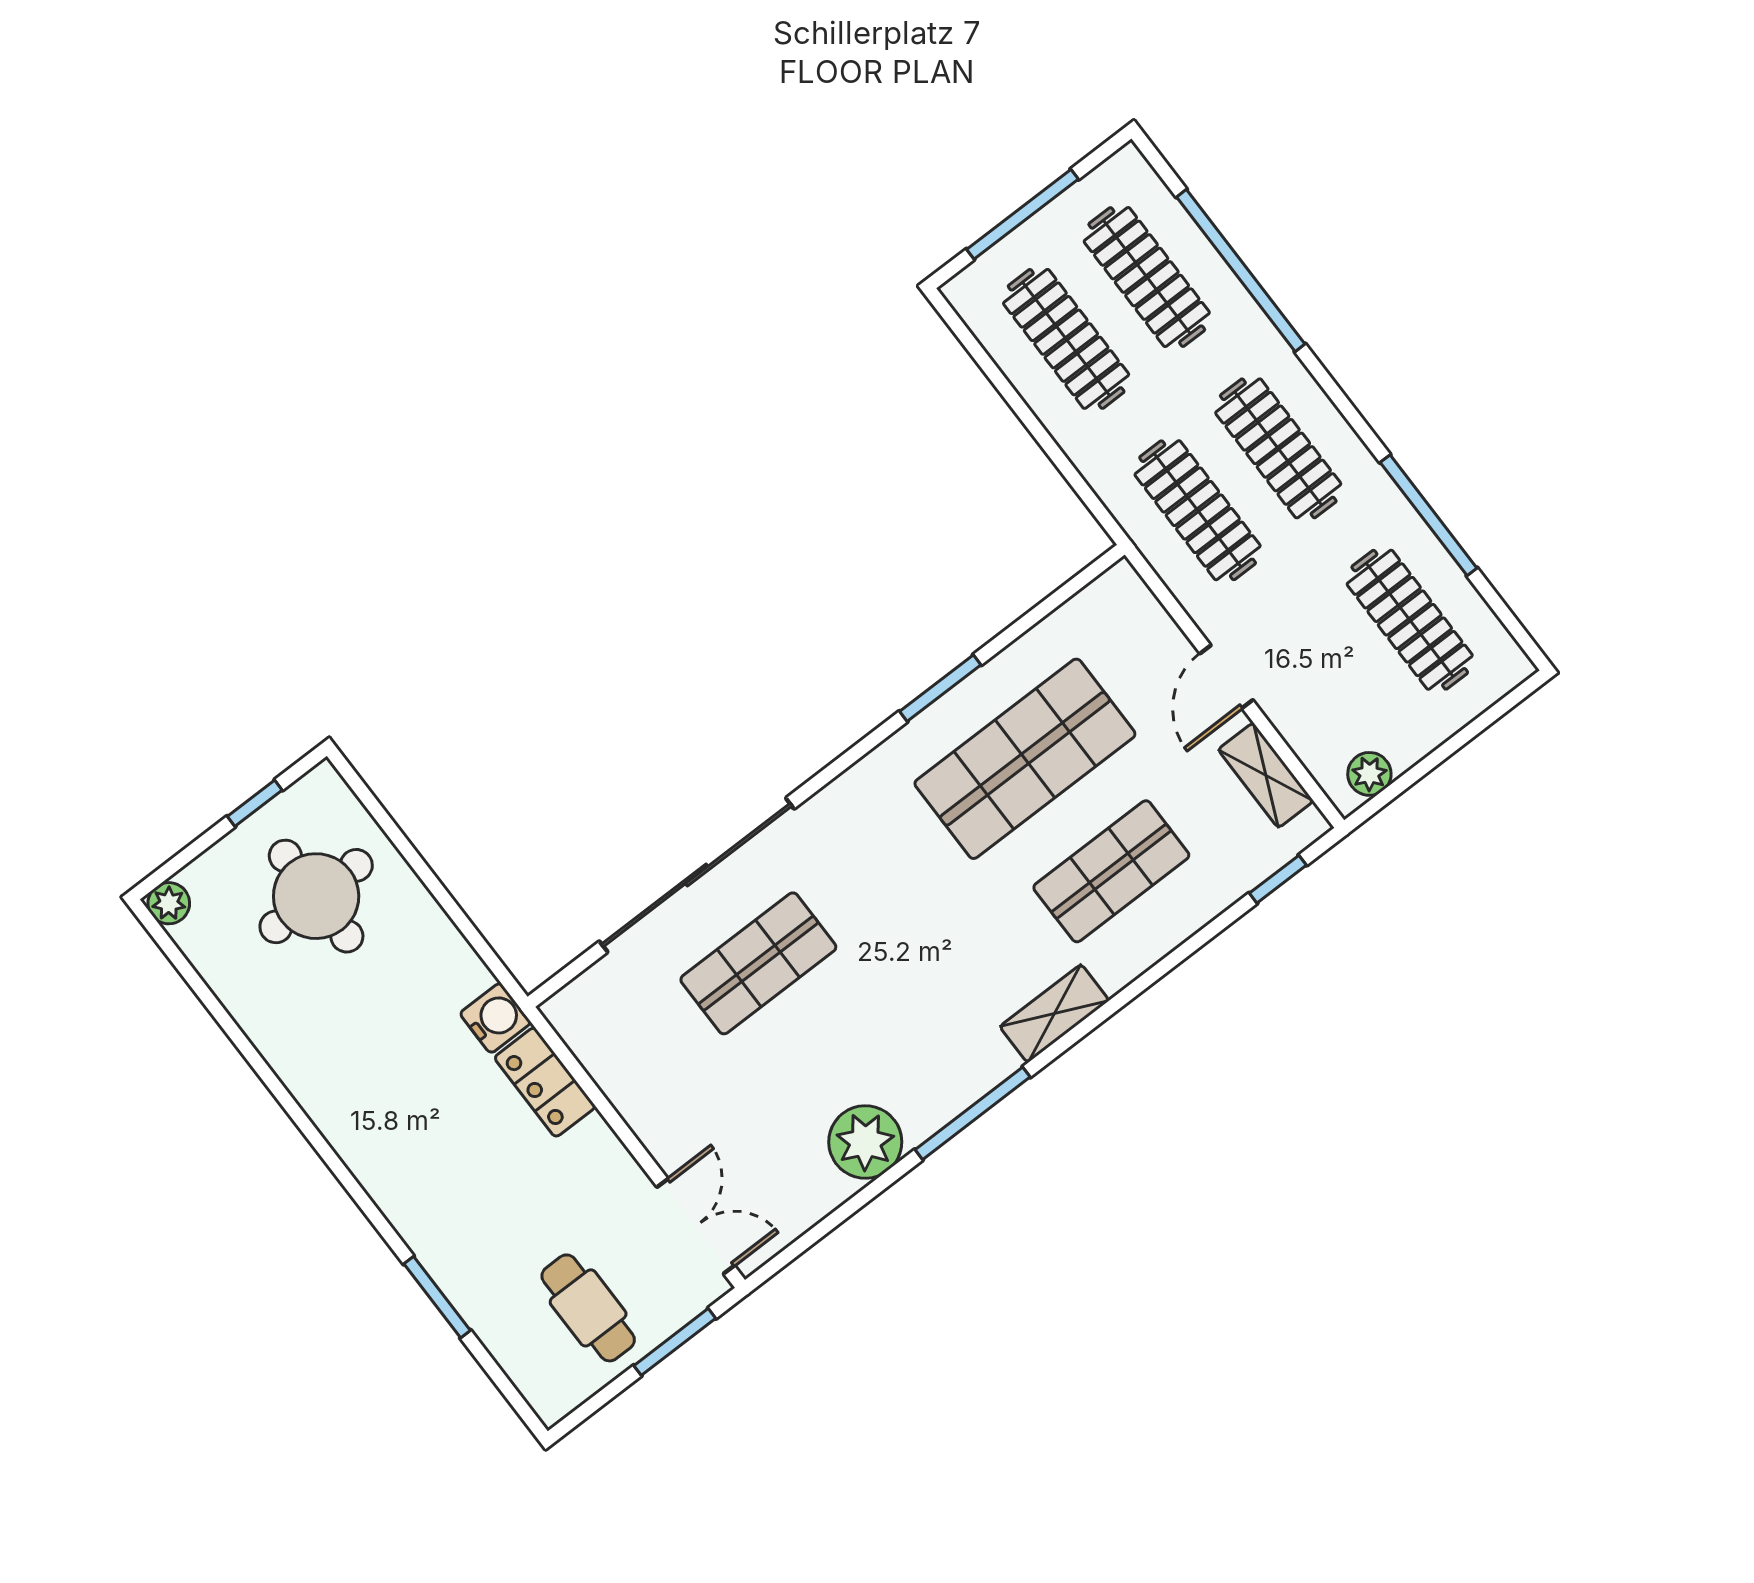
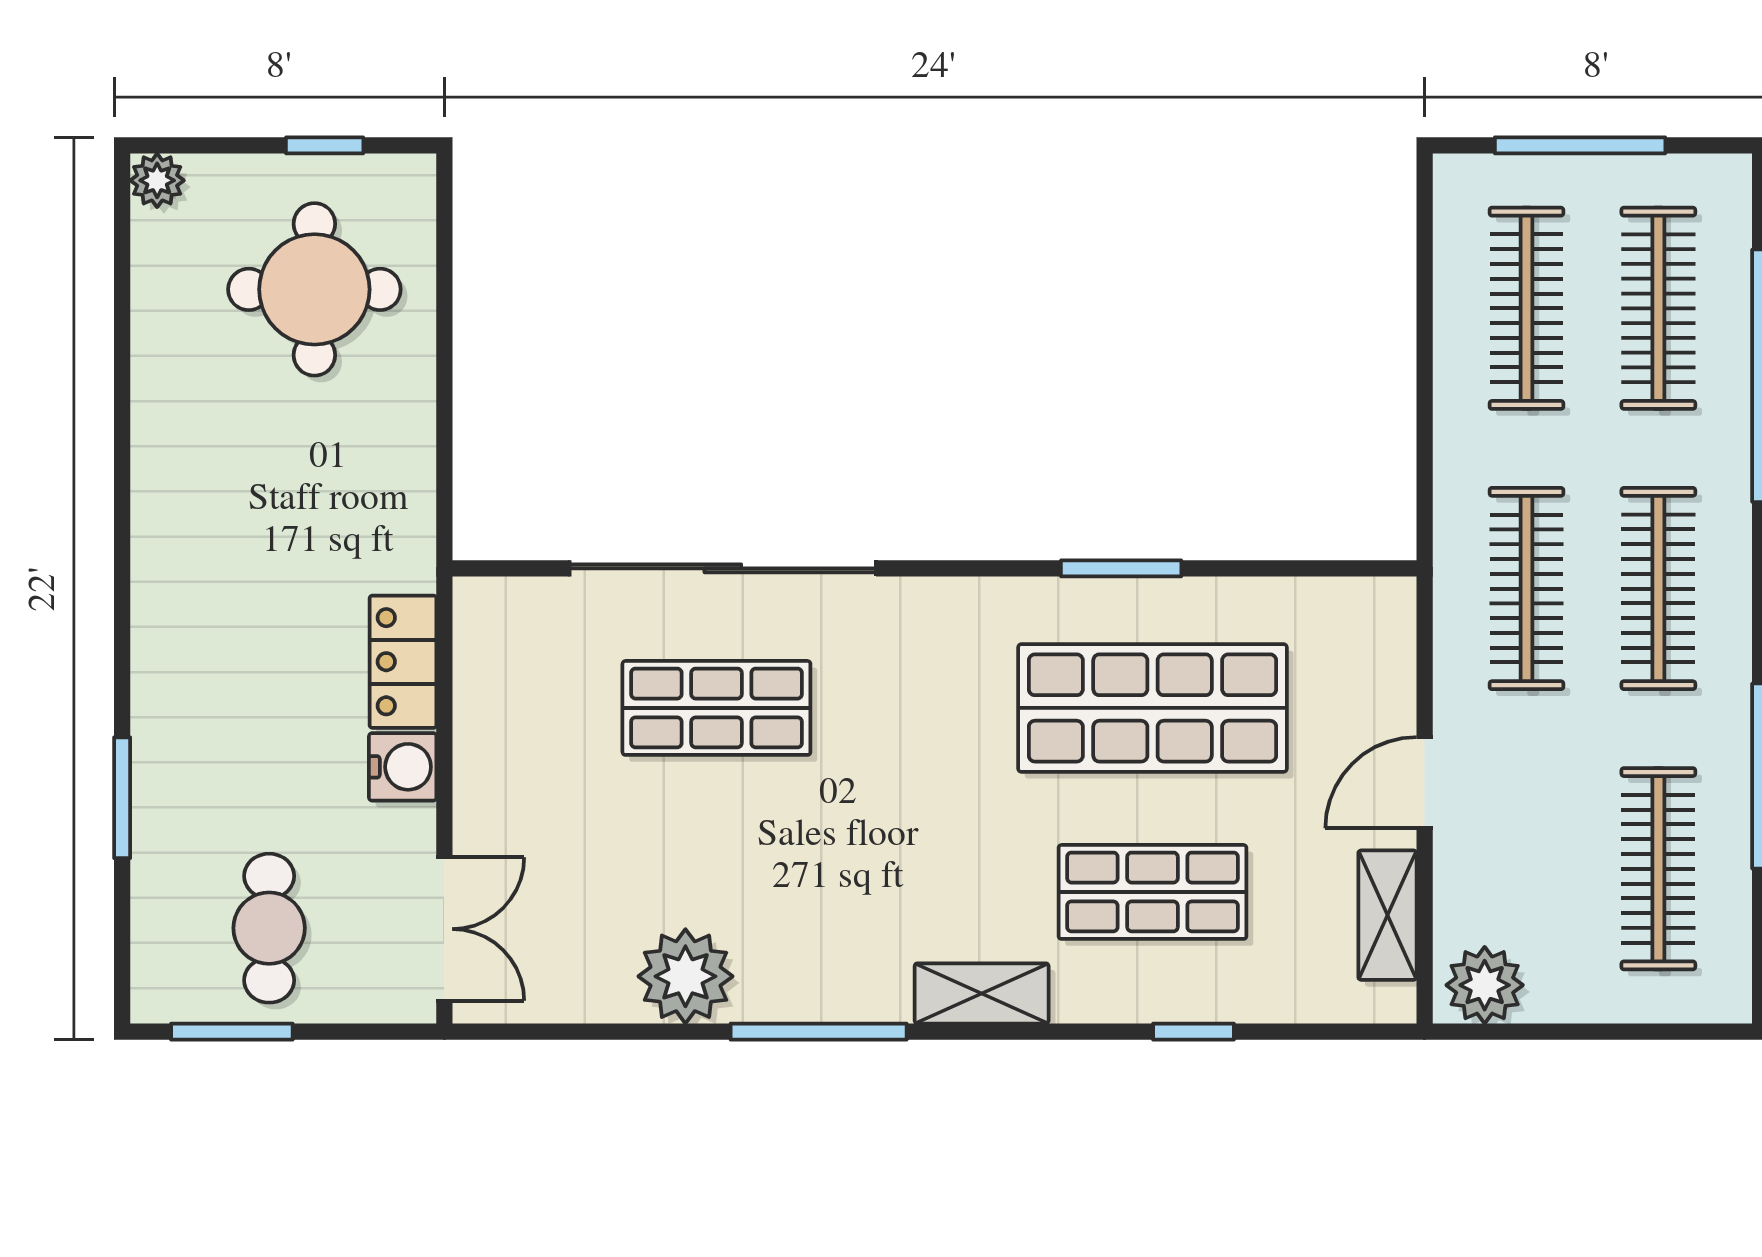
plant: (1369, 774) -> (1485, 985), width x1.38, depth x1.38
window: (1278, 879) -> (1193, 1032), moved
water cooler: (495, 1018) -> (403, 767), moved
window: (675, 1342) -> (232, 1032), moved

